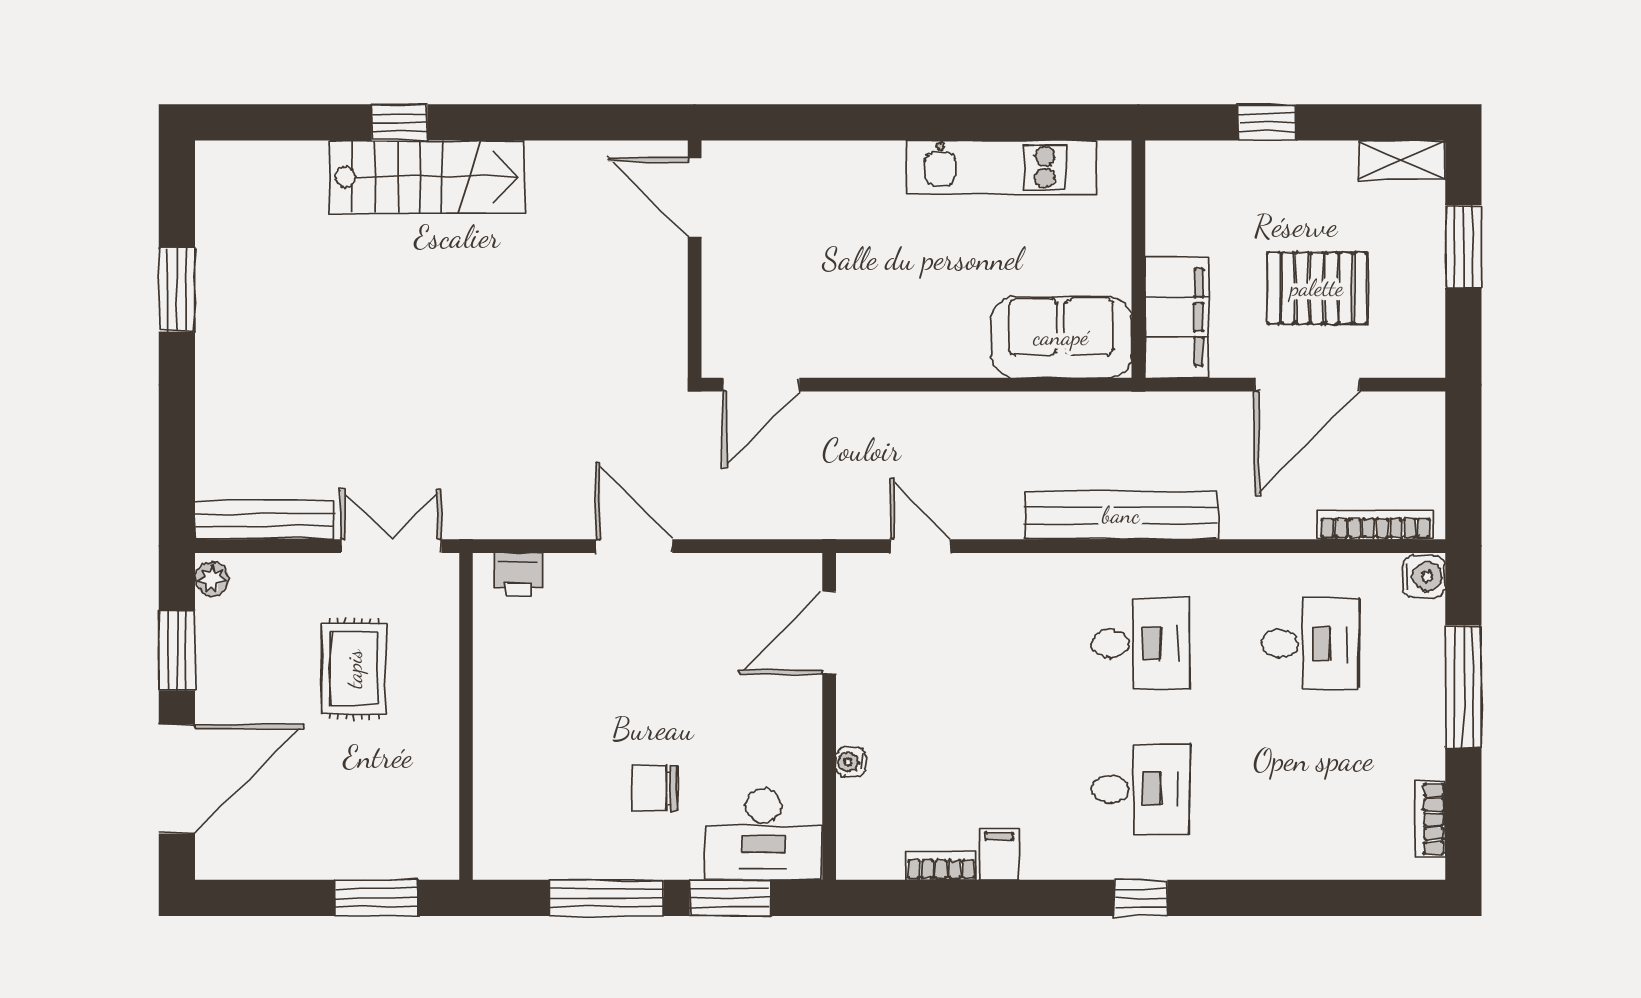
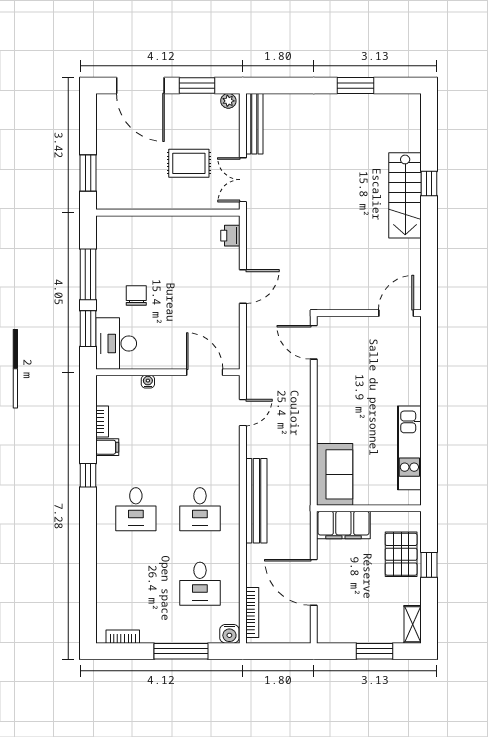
pallet: (1317, 288) -> (401, 554), moved
double door: (391, 546) -> (243, 180), swing flipped
window: (1141, 898) -> (88, 475), moved

